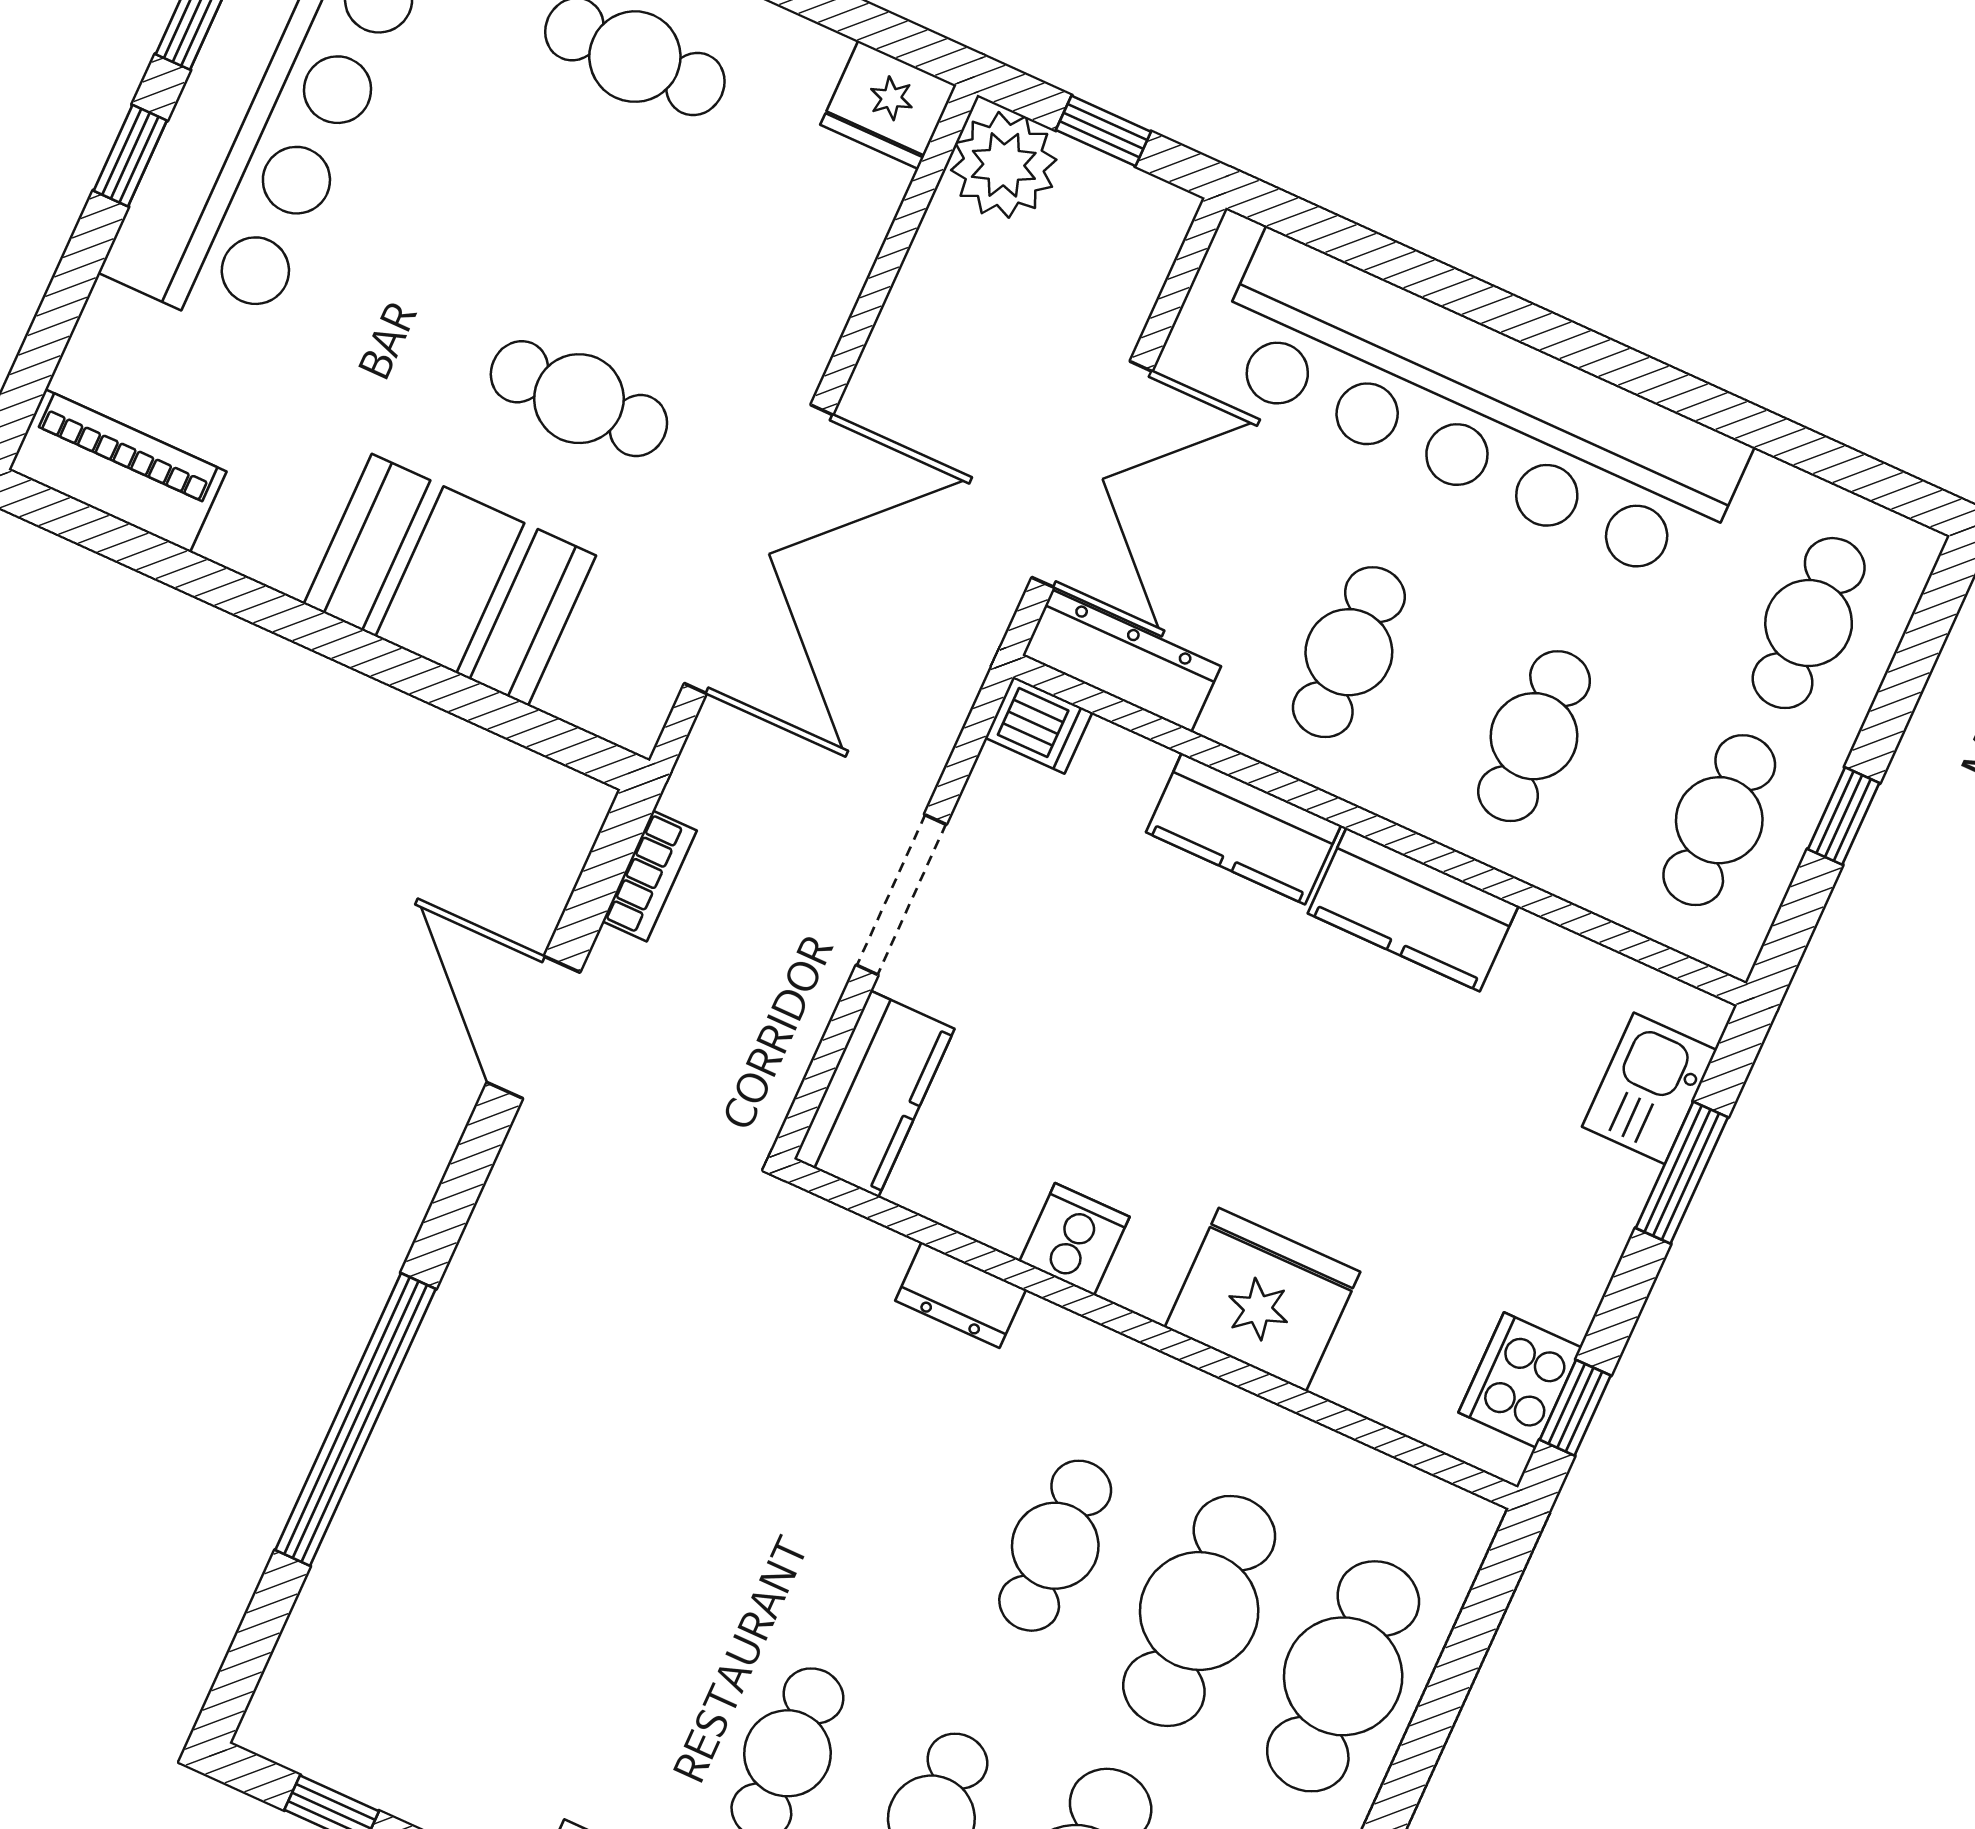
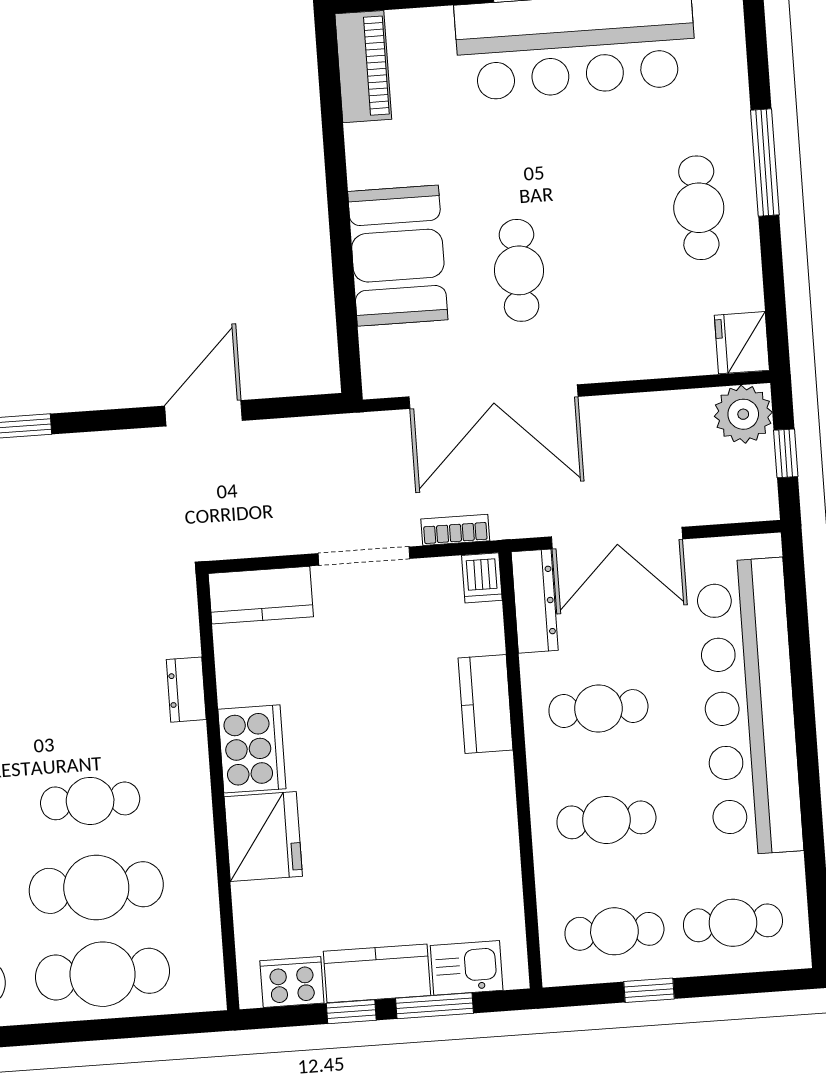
bookcase: (650, 876) -> (455, 530), moved, turned 180
kitchen counter: (1413, 910) -> (377, 973), moved, turned 90
cooker: (1075, 1239) -> (252, 749), width x1.87, depth x1.31
window: (1575, 1408) -> (351, 1012), moved

